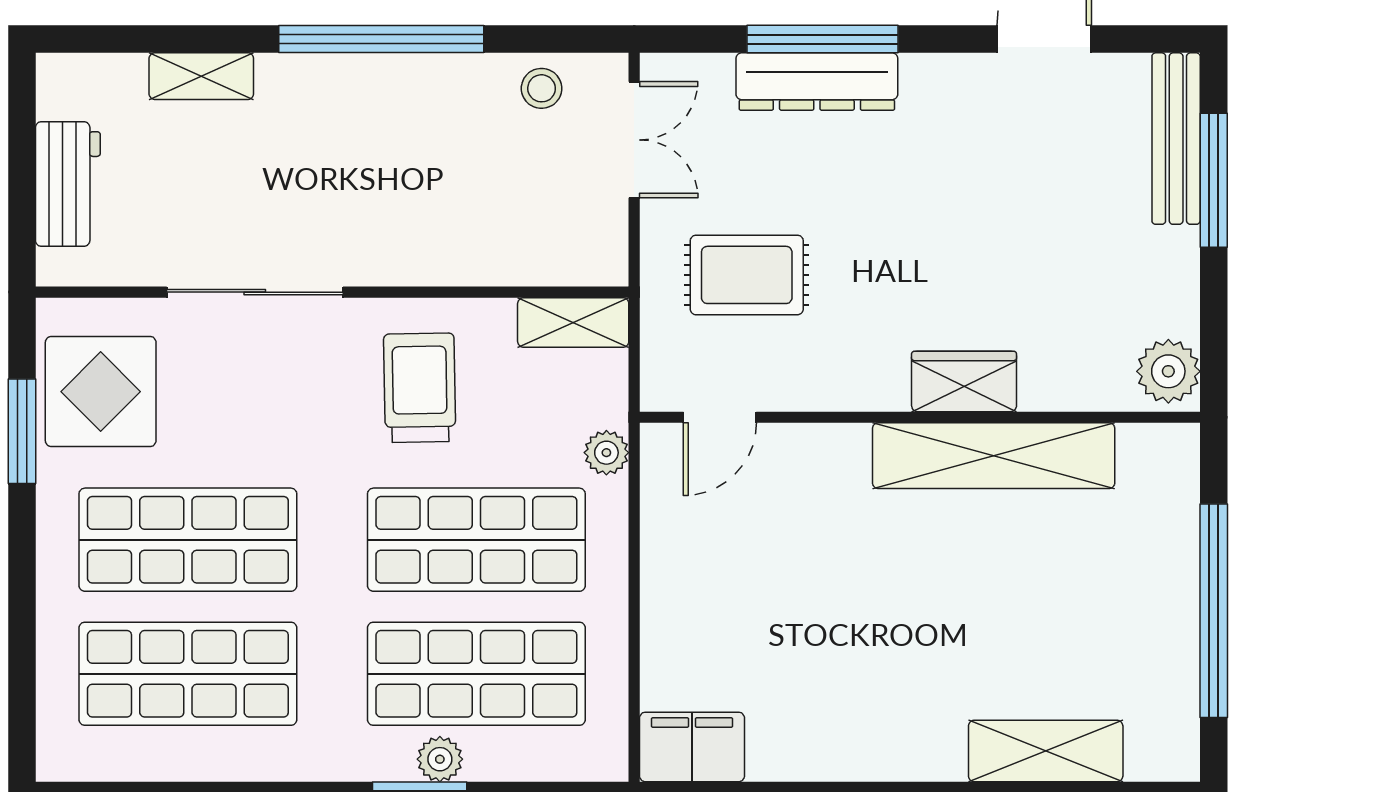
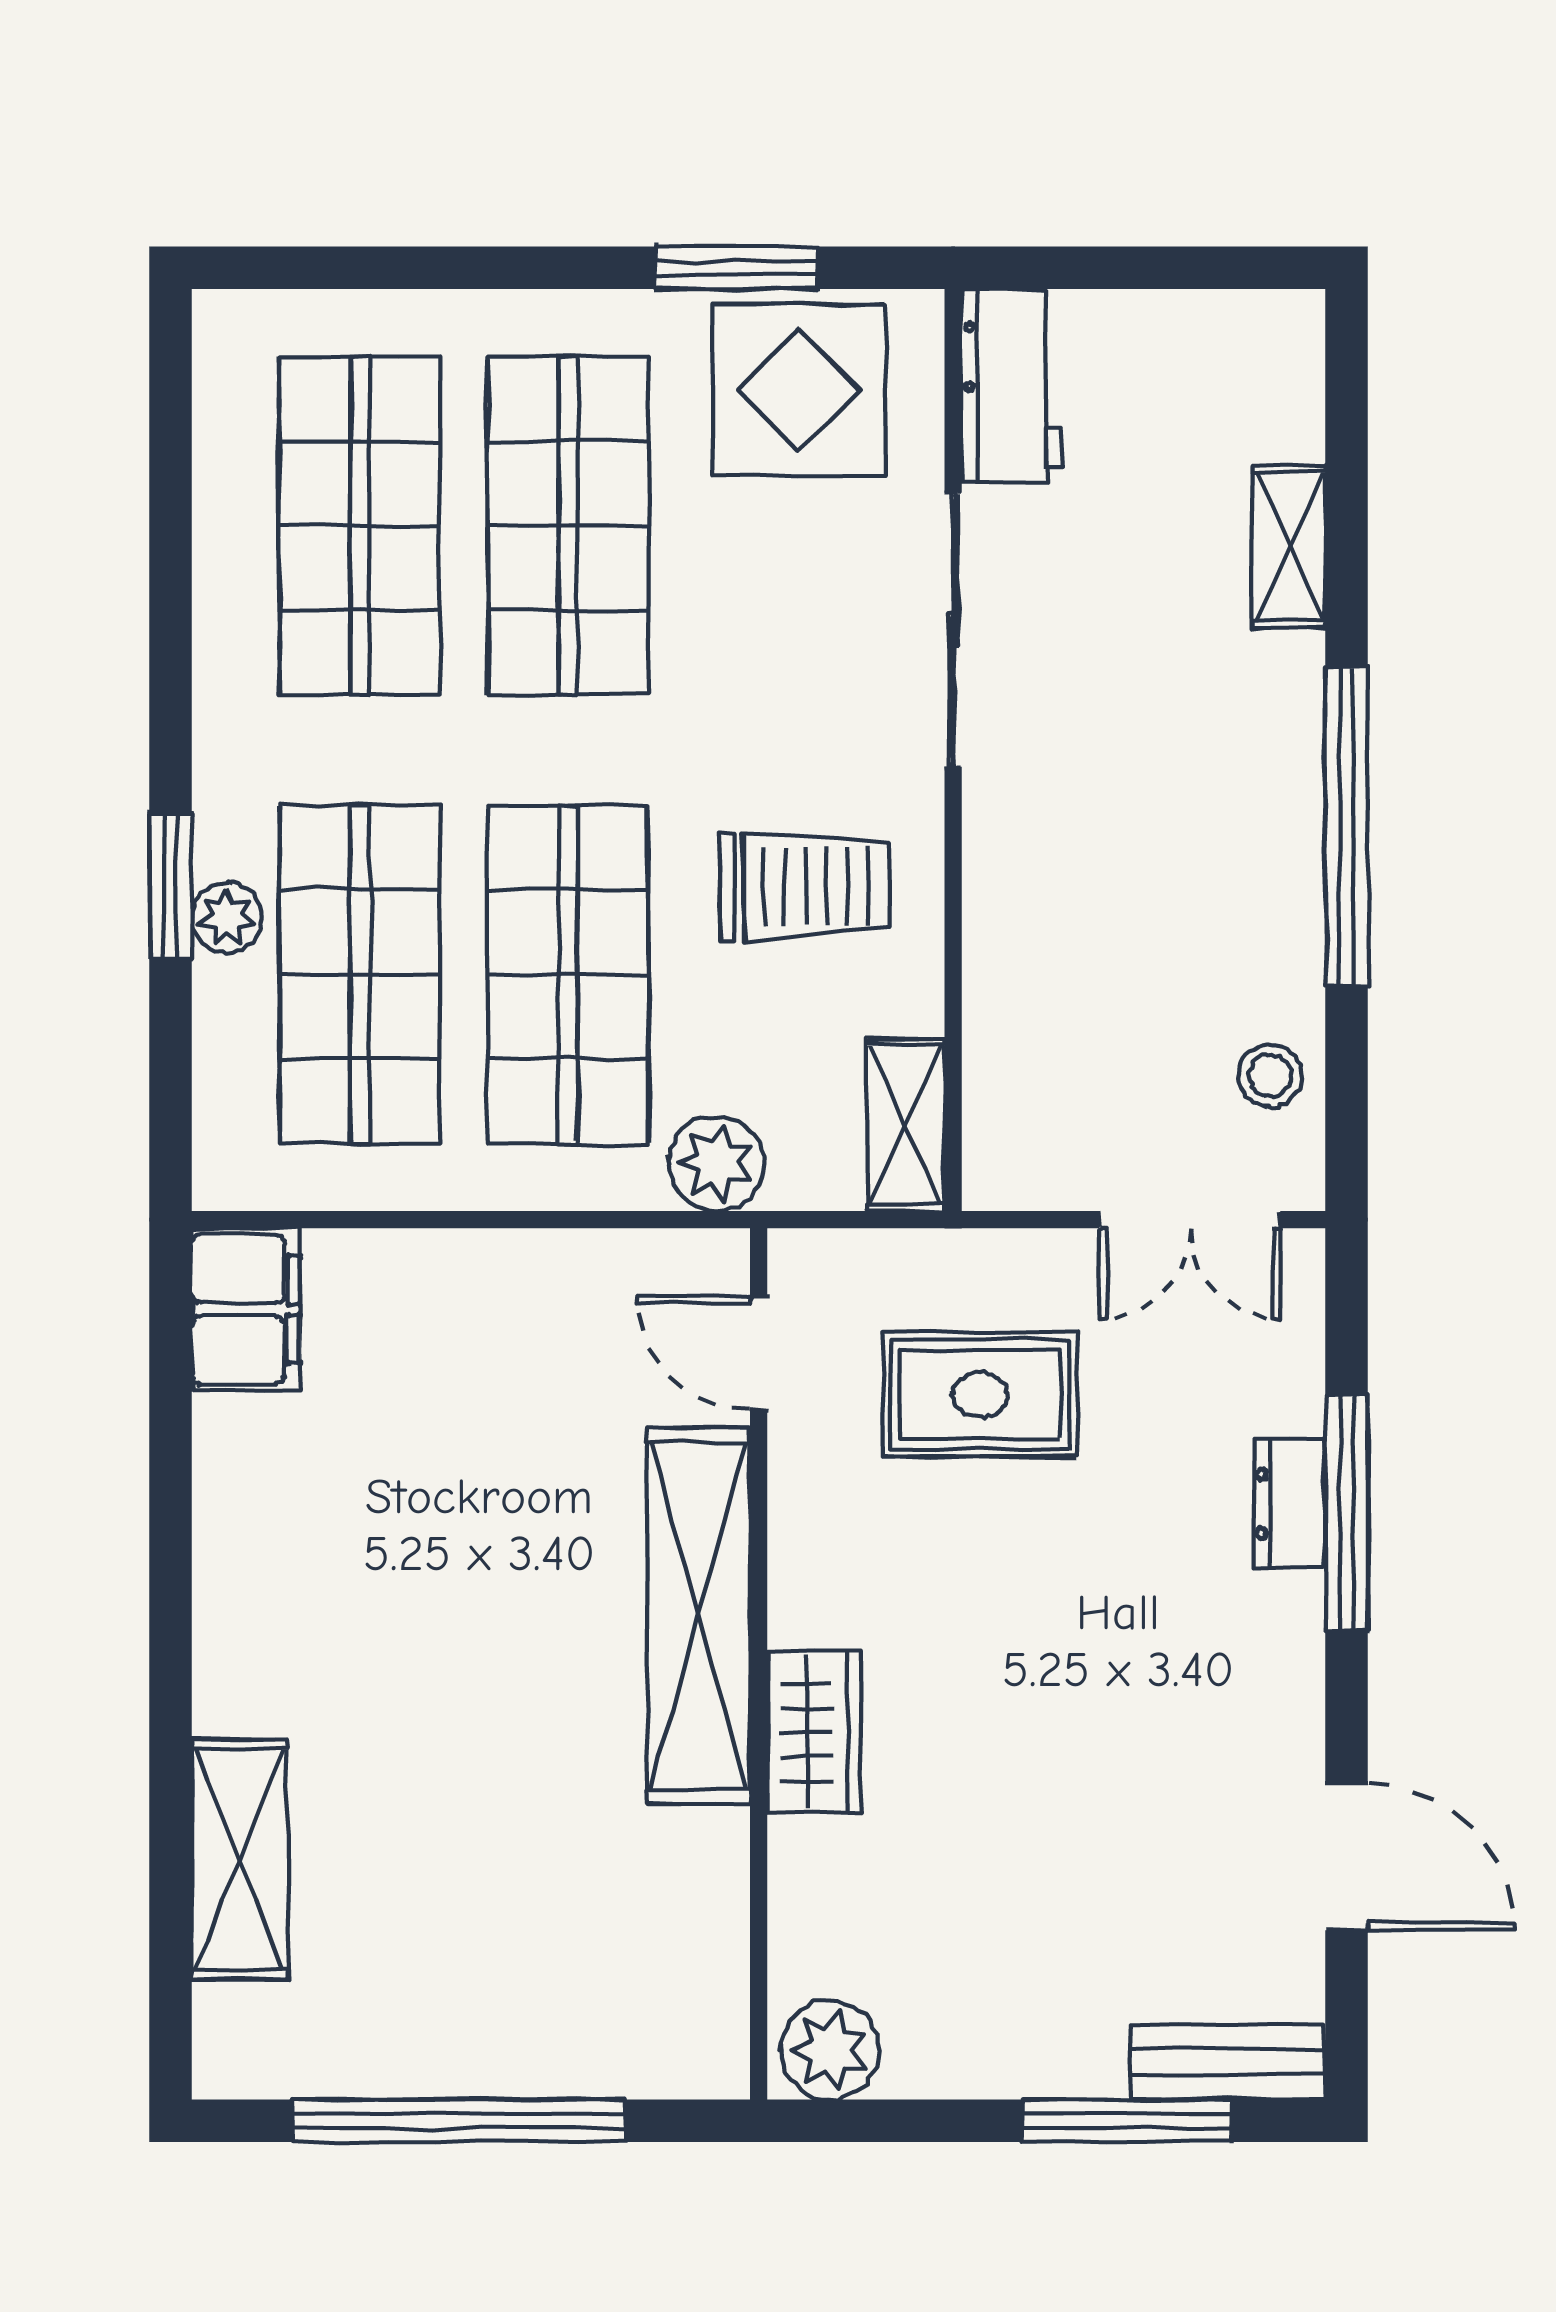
dresser: (817, 81) -> (1289, 1504), width x0.51, depth x0.80
bench: (1176, 139) -> (1227, 2062), width x0.73
workbench: (68, 184) -> (1012, 386), moved, turned -90
rug: (747, 275) -> (980, 1395), turned 90
plant: (606, 453) -> (716, 1163), width x1.38, depth x1.38
shelving: (994, 456) -> (699, 1616), moved

